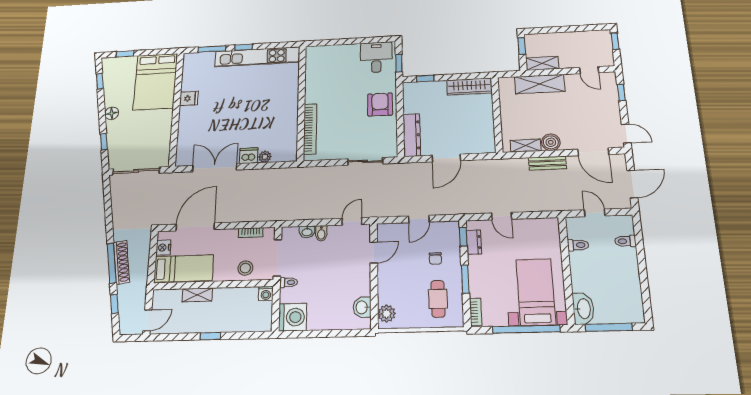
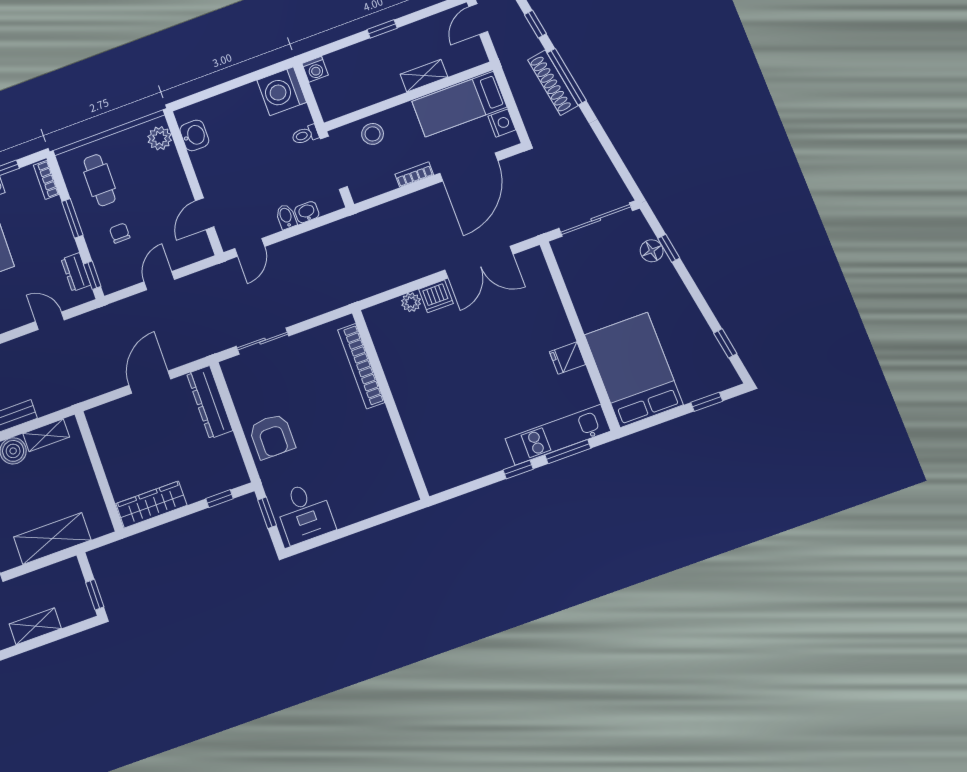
kitchen unit: (257, 57) -> (558, 435), moved, width x0.73
shelving: (542, 63) -> (35, 626), moved
floor lamp: (112, 113) -> (652, 251), moved
bookcase: (251, 233) -> (414, 175), moved
washing machine: (266, 293) -> (315, 69), moved, turned 180

